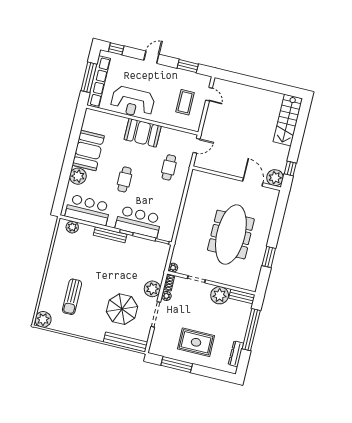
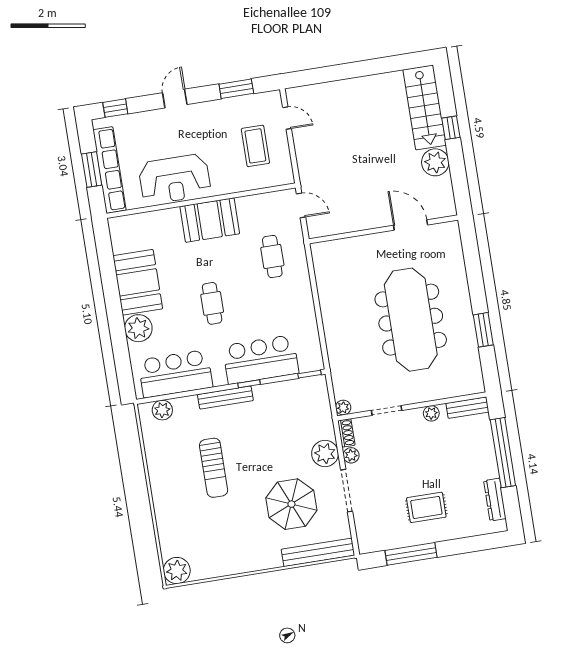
window: (89, 77) -> (92, 170), width x0.69
door: (197, 146) -> (301, 205), hinge flipped
window: (290, 168) -> (451, 128), moved
plant: (275, 178) -> (435, 162), moved
plant: (220, 295) -> (431, 413), width x0.53, depth x0.53
sun lounger: (72, 297) -> (214, 468), moved
rug: (196, 342) -> (426, 507), width x0.73, depth x0.70

